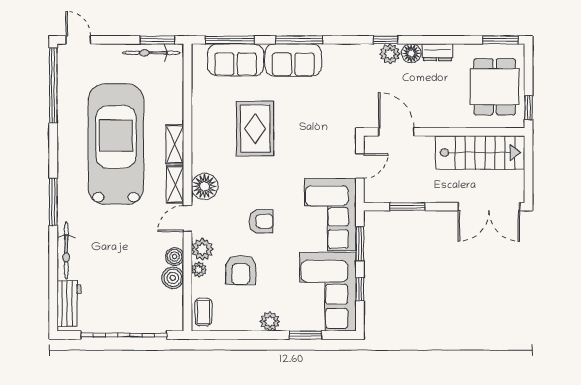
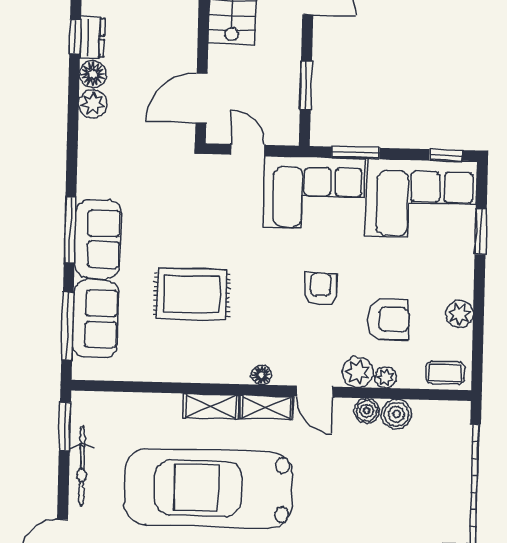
window: (386, 40) -> (75, 37), moved
bicycle: (151, 53) -> (82, 466), moved
floor lamp: (205, 186) -> (261, 375), width x0.53, depth x0.53
window: (360, 289) -> (446, 155), moved
plant: (270, 321) -> (459, 314), moved

